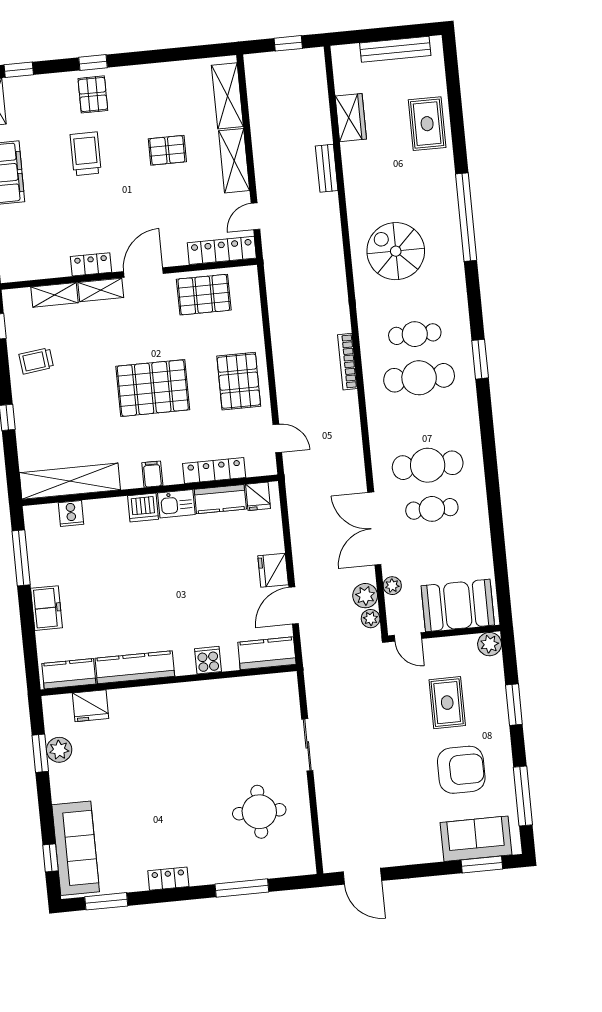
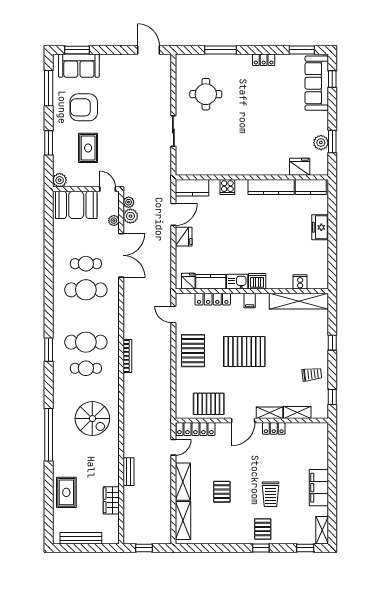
pallet: (167, 150) -> (222, 492), turned 90
window: (21, 558) -> (332, 258), removed

